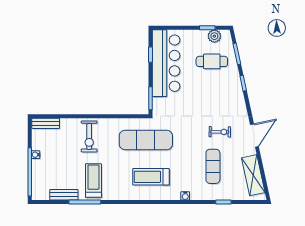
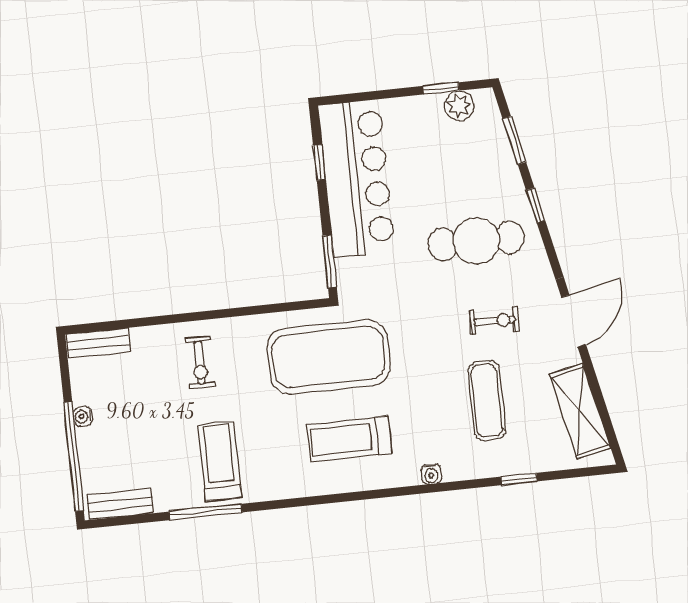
cafe table: (212, 61) -> (476, 241), moved, width x1.37, depth x1.35
exercise bike: (89, 136) -> (200, 362), width x0.73, depth x0.72
exercise mat: (146, 140) -> (329, 357), width x1.47
bench: (64, 195) -> (120, 504), moved

